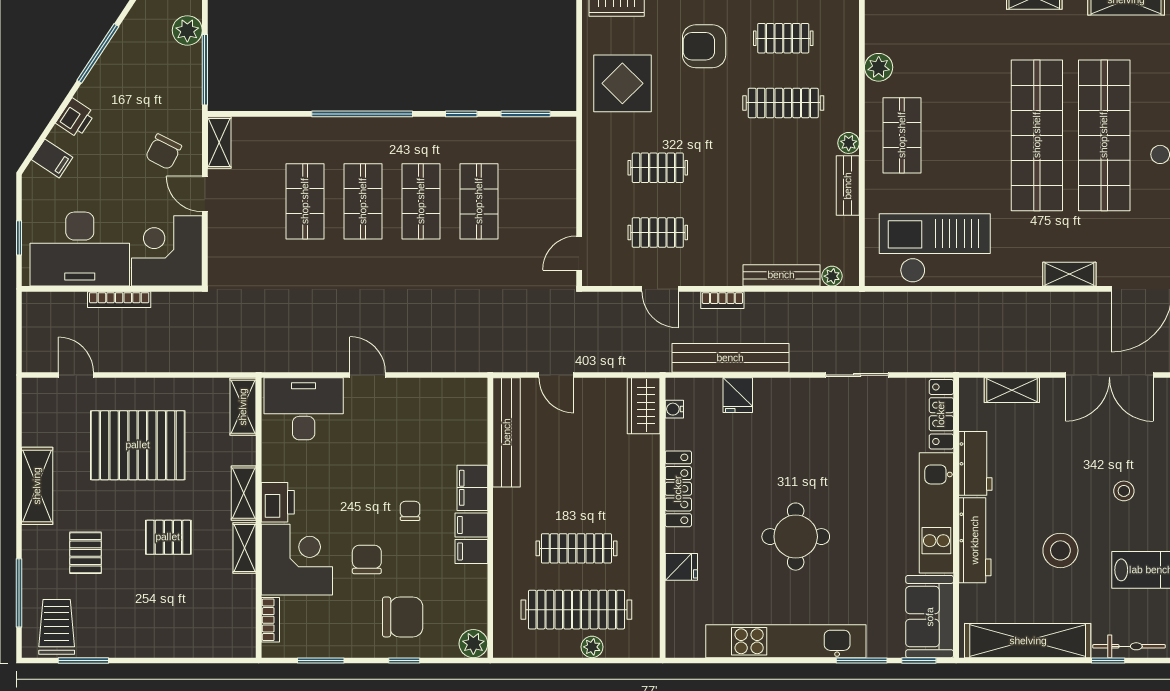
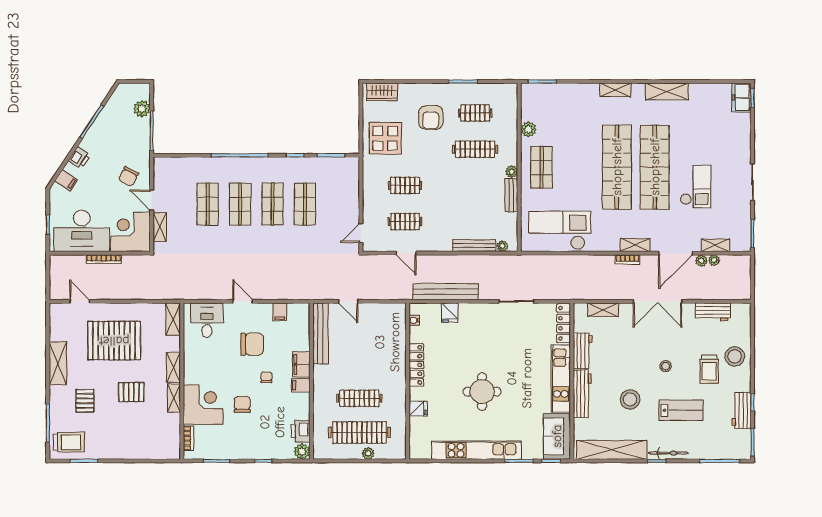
armchair: (704, 46) -> (431, 117), turned -90
shelving: (219, 142) -> (160, 227), moved
bookcase: (722, 300) -> (627, 259), moved
wardrobe: (644, 406) -> (397, 319), removed
desk: (304, 409) -> (207, 320), width x0.73
printer: (278, 502) -> (301, 431), moved, turned 180
filing cabinet: (471, 551) -> (280, 312), moved, turned -90
chair: (403, 617) -> (252, 344), moved
trolley: (57, 627) -> (69, 442), turned 90

